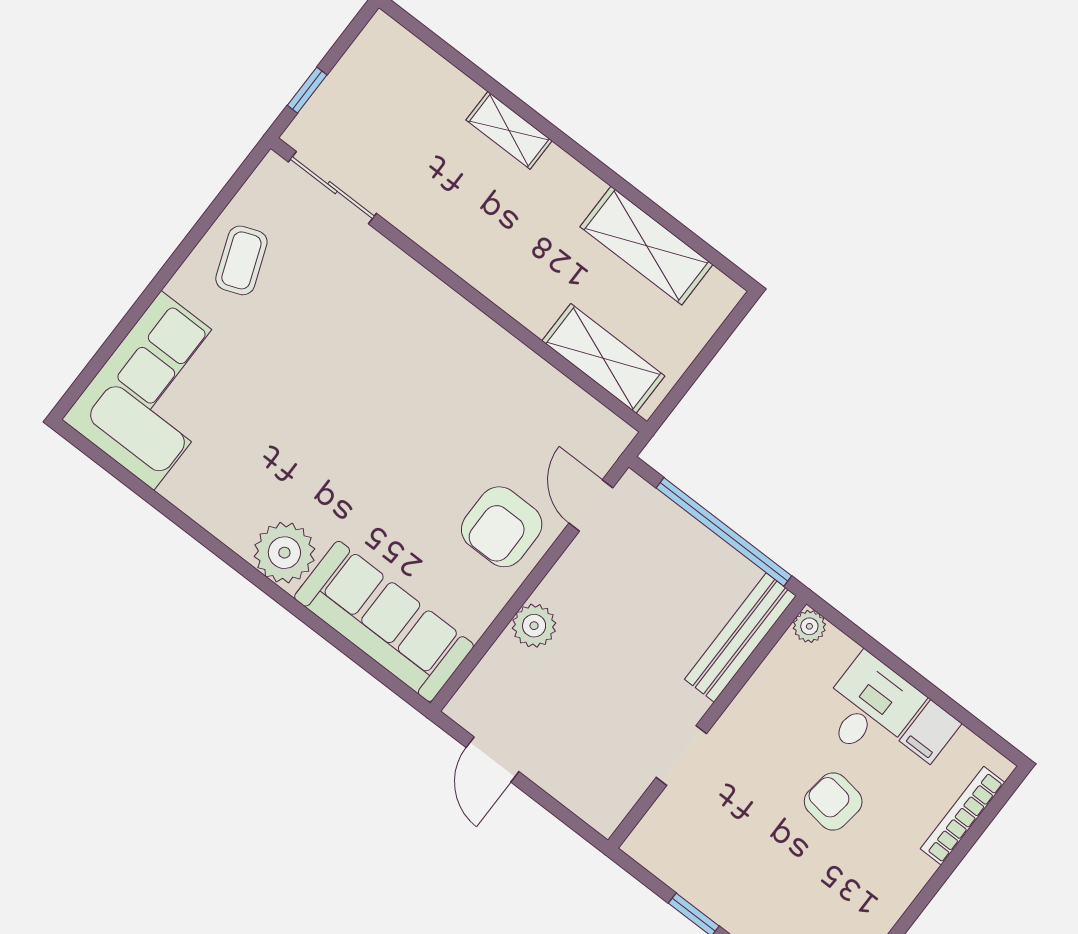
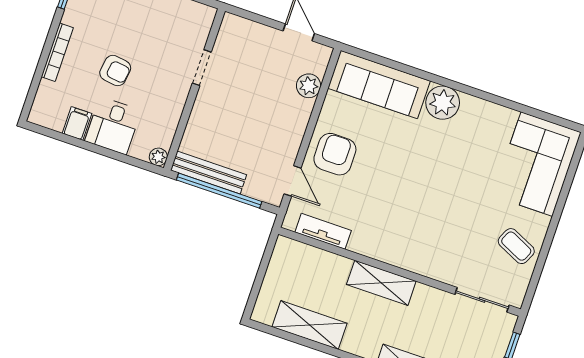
coffee table: (241, 260) -> (516, 246), turned -44
shelving: (603, 358) -> (381, 283), moved
tv unit: (568, 400) -> (323, 231), added
plant: (534, 626) -> (309, 86), moved
bench: (740, 638) -> (209, 173), moved, turned 90
bookcase: (963, 816) -> (57, 52), moved

